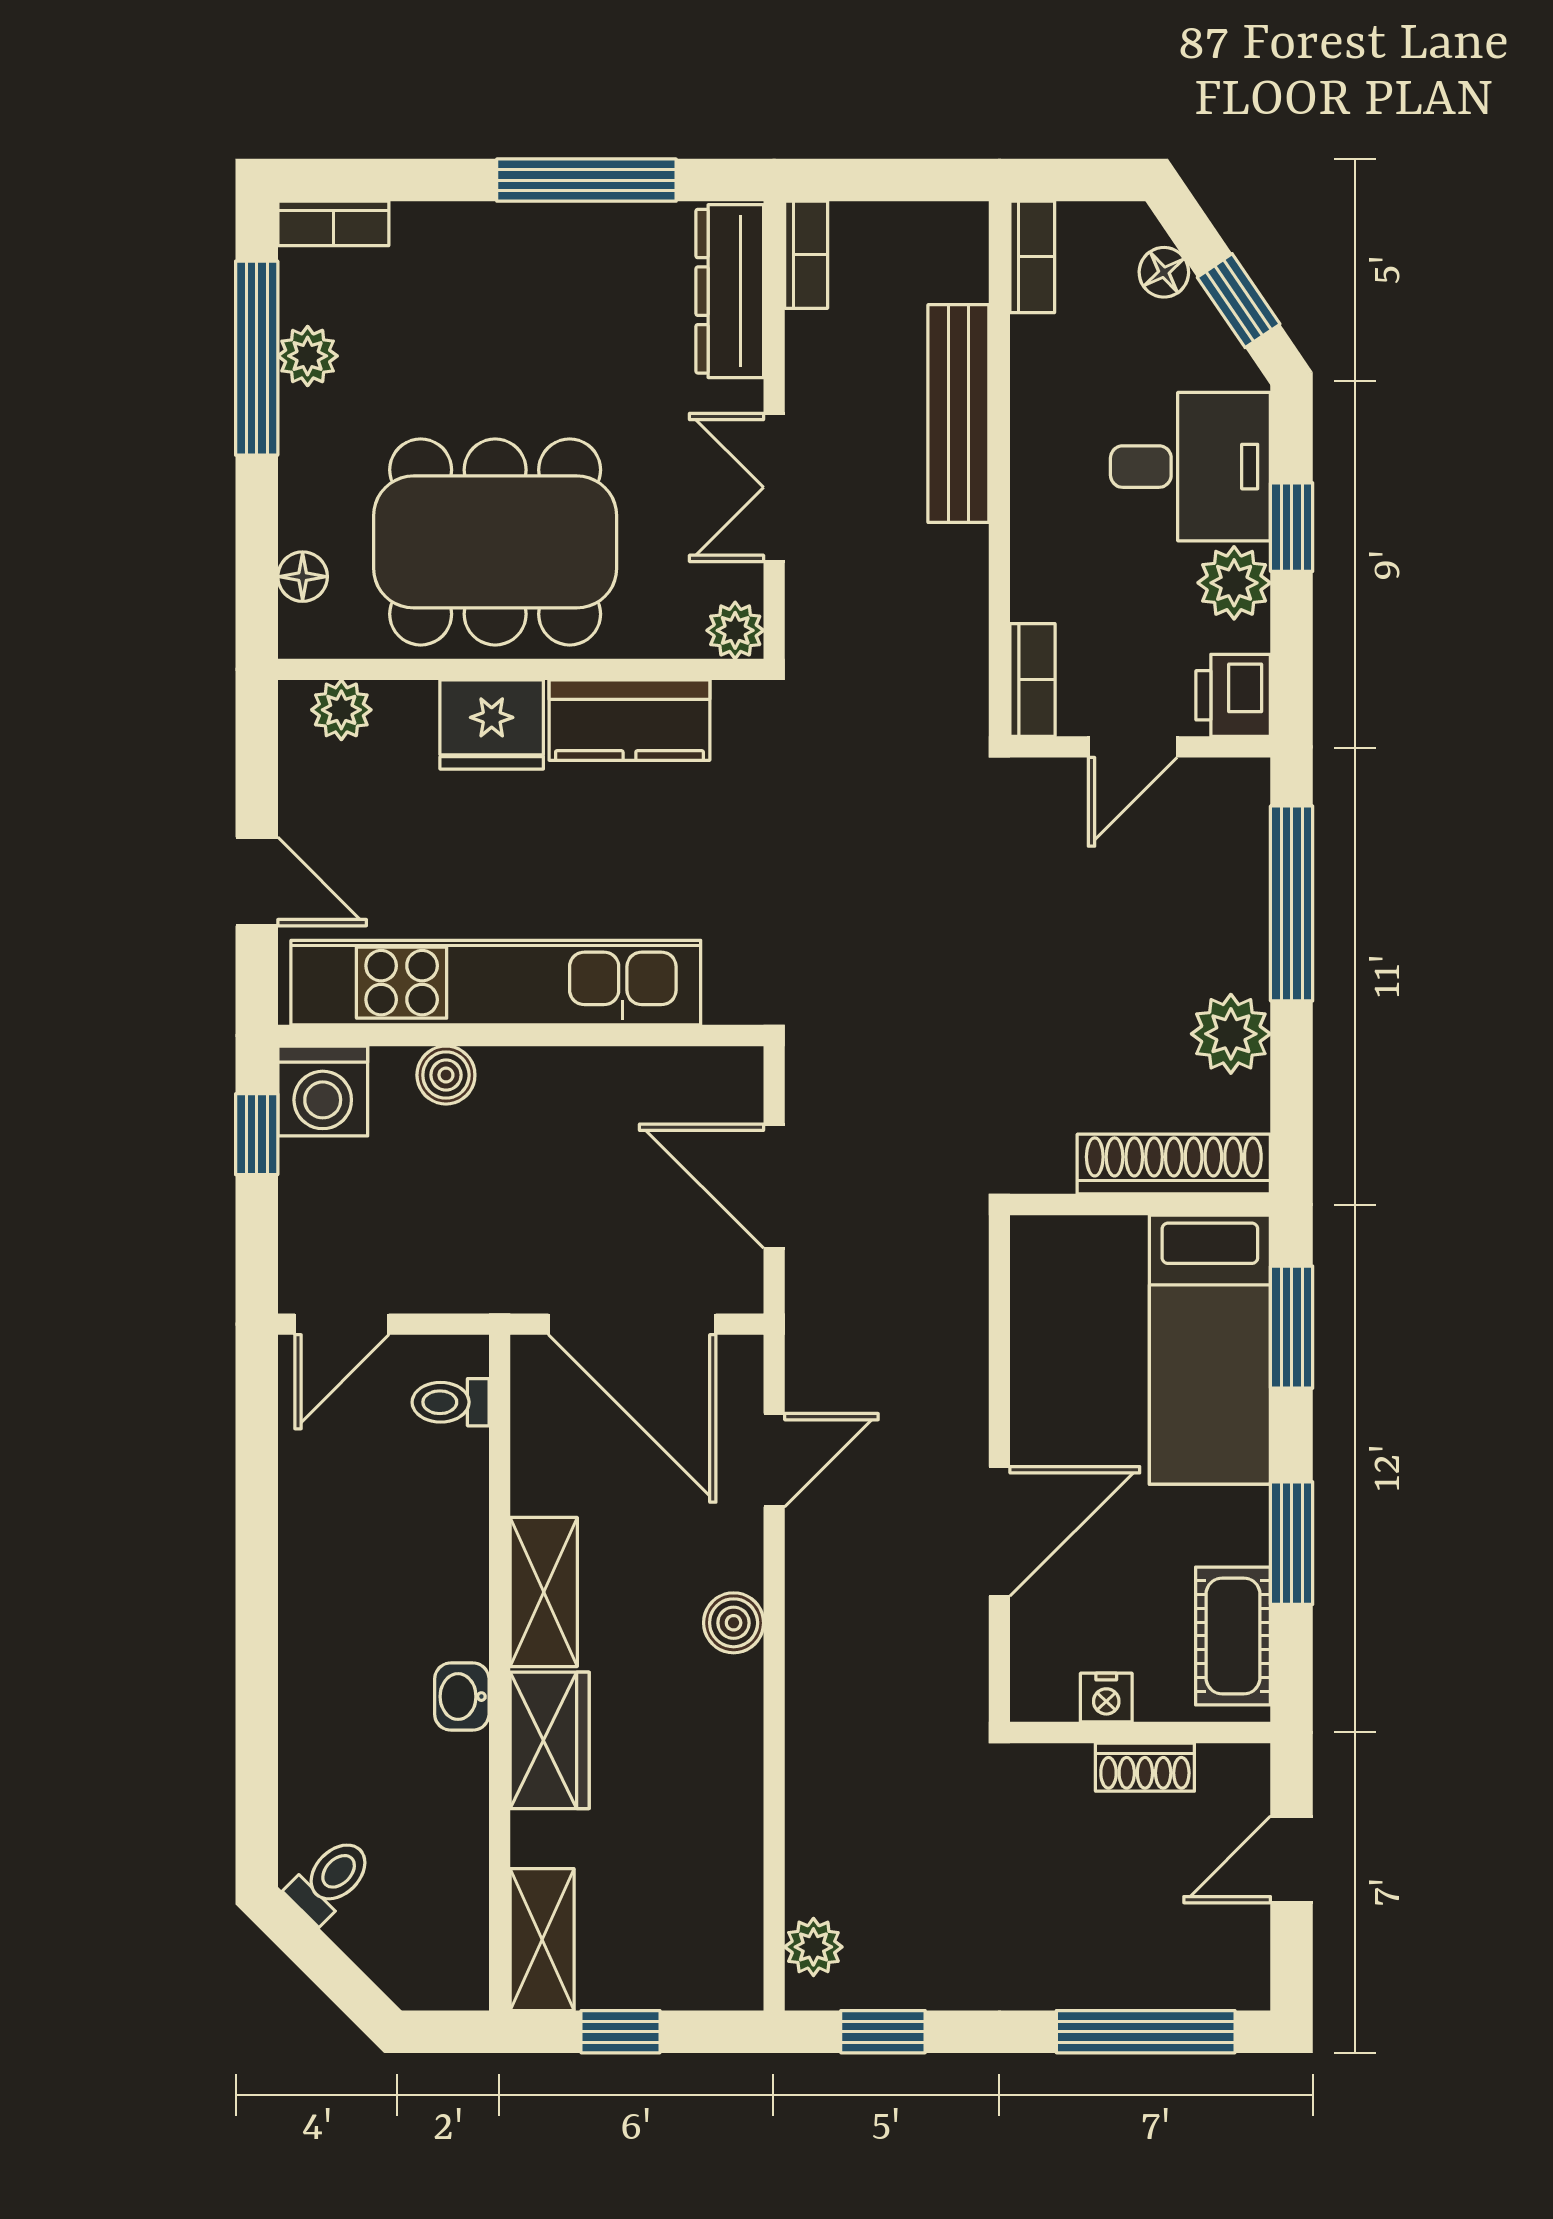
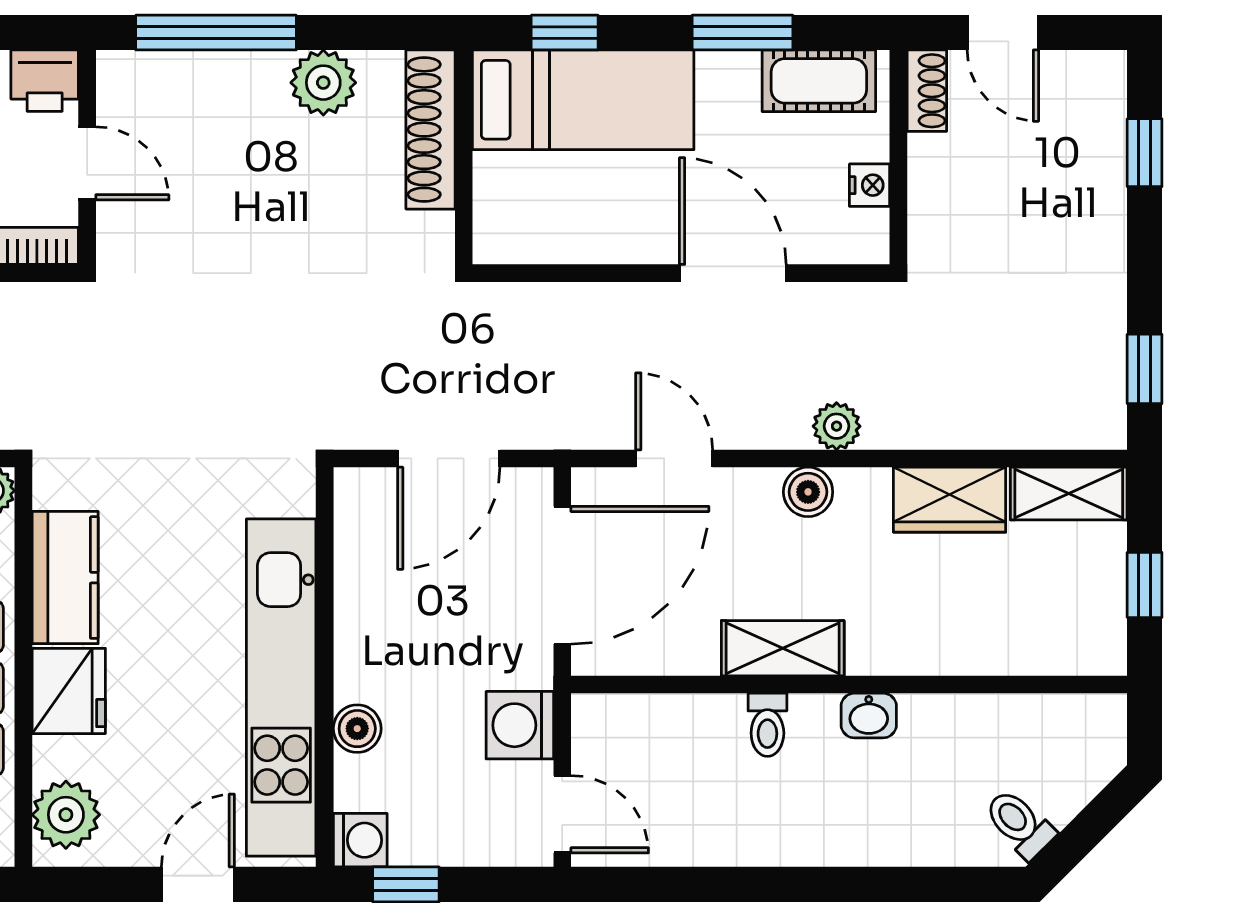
plant: (341, 710) -> (66, 815), width x1.38, depth x1.38
washing machine: (323, 1091) -> (360, 840), width x0.73, depth x0.73
washing machine: (450, 1273) -> (520, 725), added
window: (1292, 1327) -> (565, 33), width x0.67
toilet: (451, 1402) -> (767, 725), moved
wardrobe: (550, 1740) -> (950, 500), moved, turned 180
shoe rack: (1145, 1767) -> (927, 91), moved
shelving: (542, 1940) -> (1069, 493), moved
plant: (813, 1947) -> (837, 426), moved
window: (1146, 2032) -> (1145, 153), width x0.46

